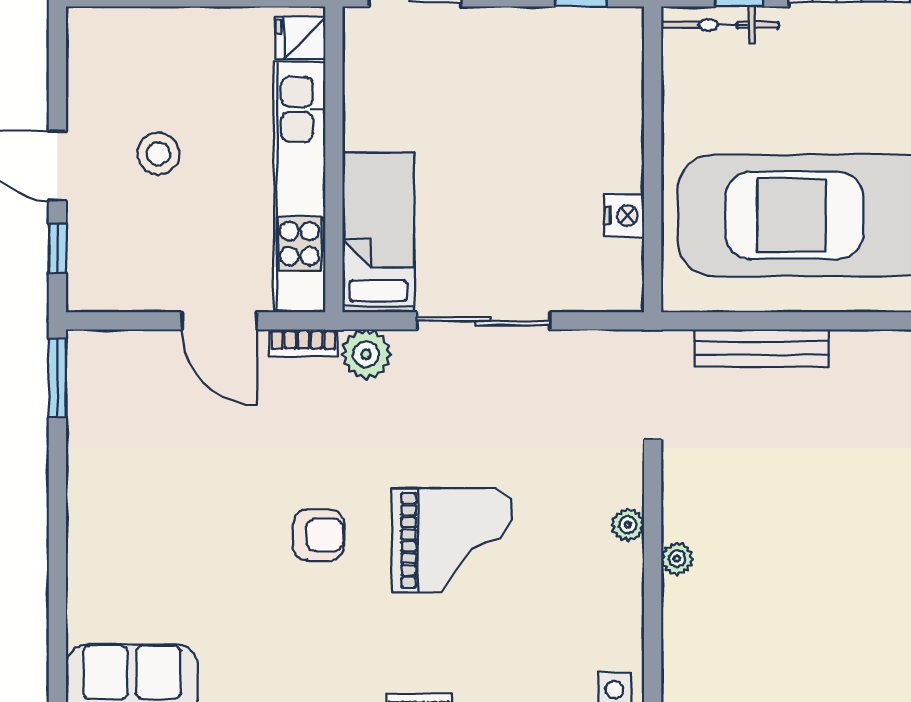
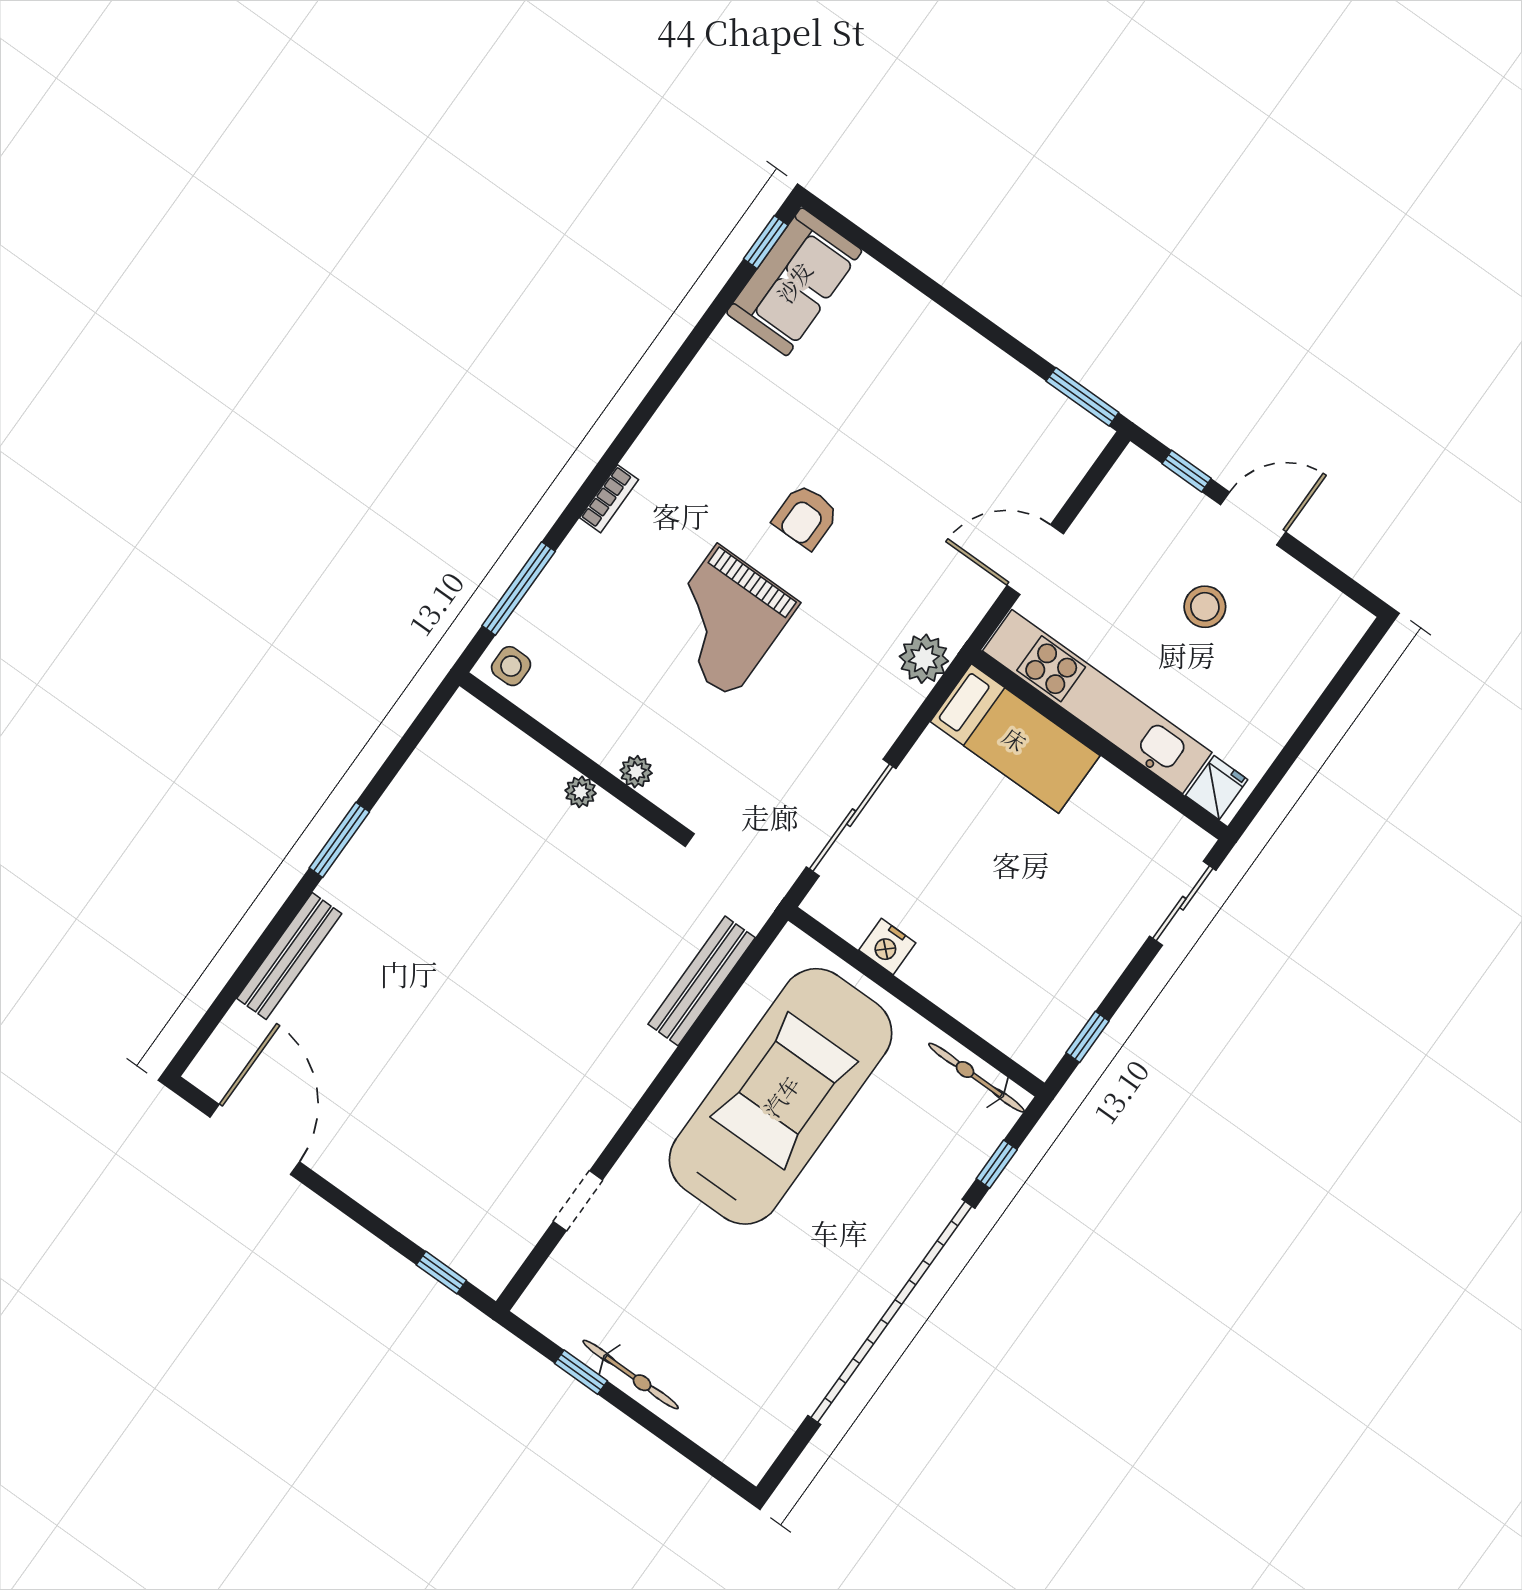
bicycle: (720, 25) -> (976, 1078), moved, turned -90
sliding door: (483, 321) -> (851, 818), moved
bookcase: (303, 343) -> (969, 615), removed

